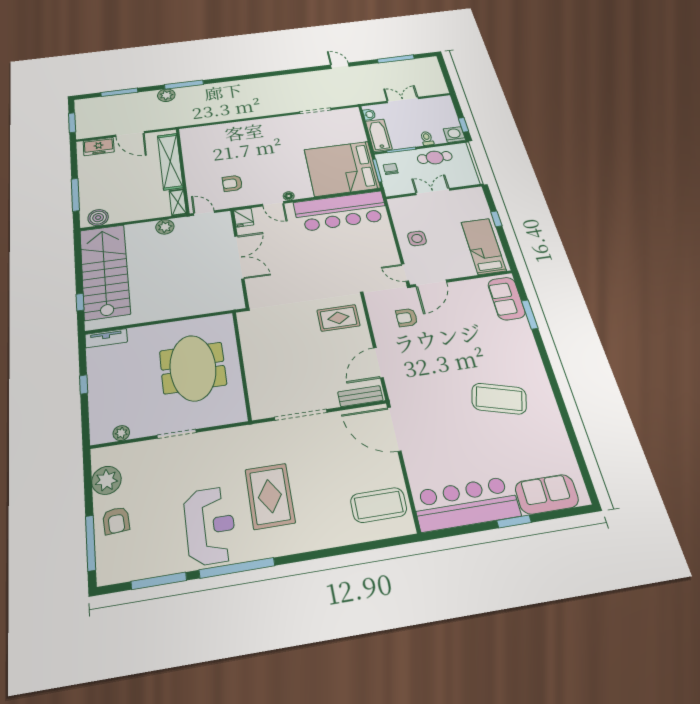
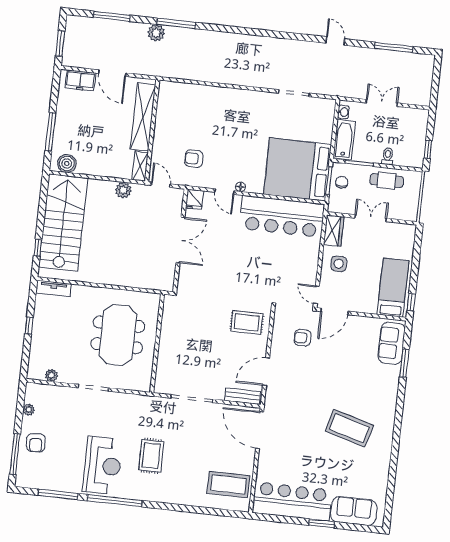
washing machine: (454, 134) -> (415, 159), removed
wardrobe: (399, 211) -> (334, 231), added
window: (496, 219) -> (411, 302), moved
plant: (106, 480) -> (29, 410), width x0.53, depth x0.53
rug: (270, 496) -> (151, 456), width x0.73, depth x0.70

